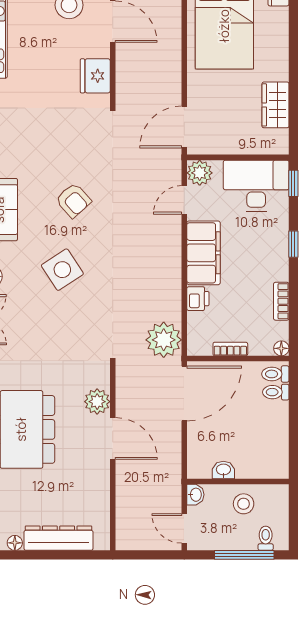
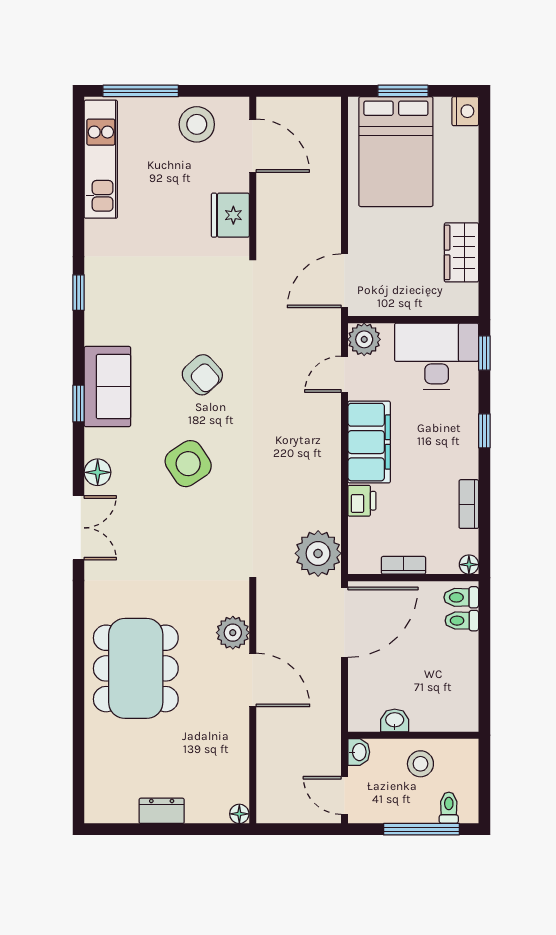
dresser: (59, 538) -> (162, 811), width x0.51, depth x0.80
floor lamp: (15, 543) -> (239, 814), moved

